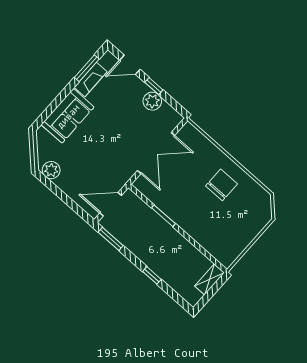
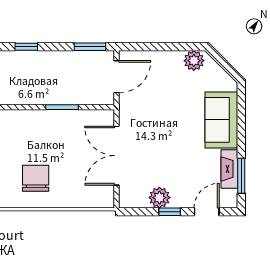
chair: (221, 185) -> (36, 178), turned 180

